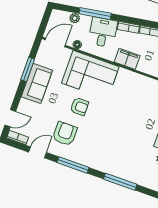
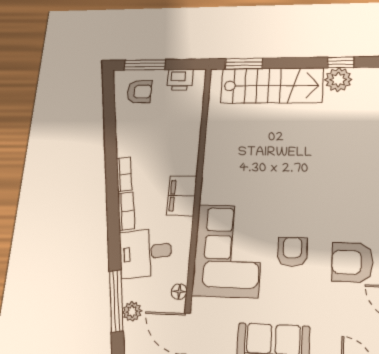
window: (95, 14) -> (116, 301), moved

